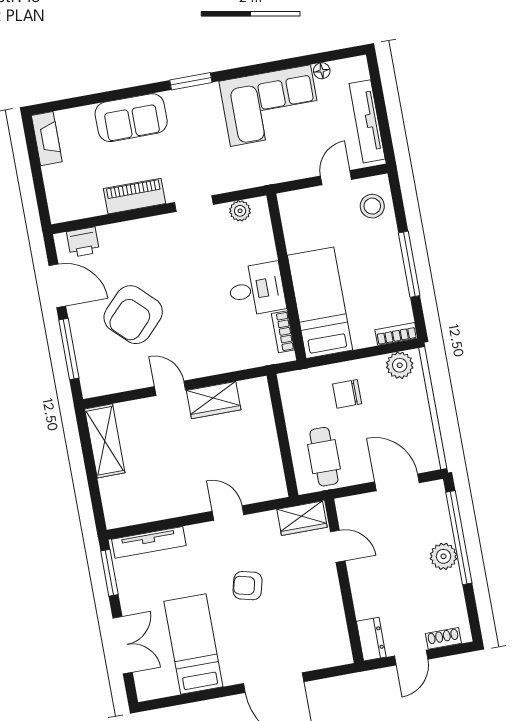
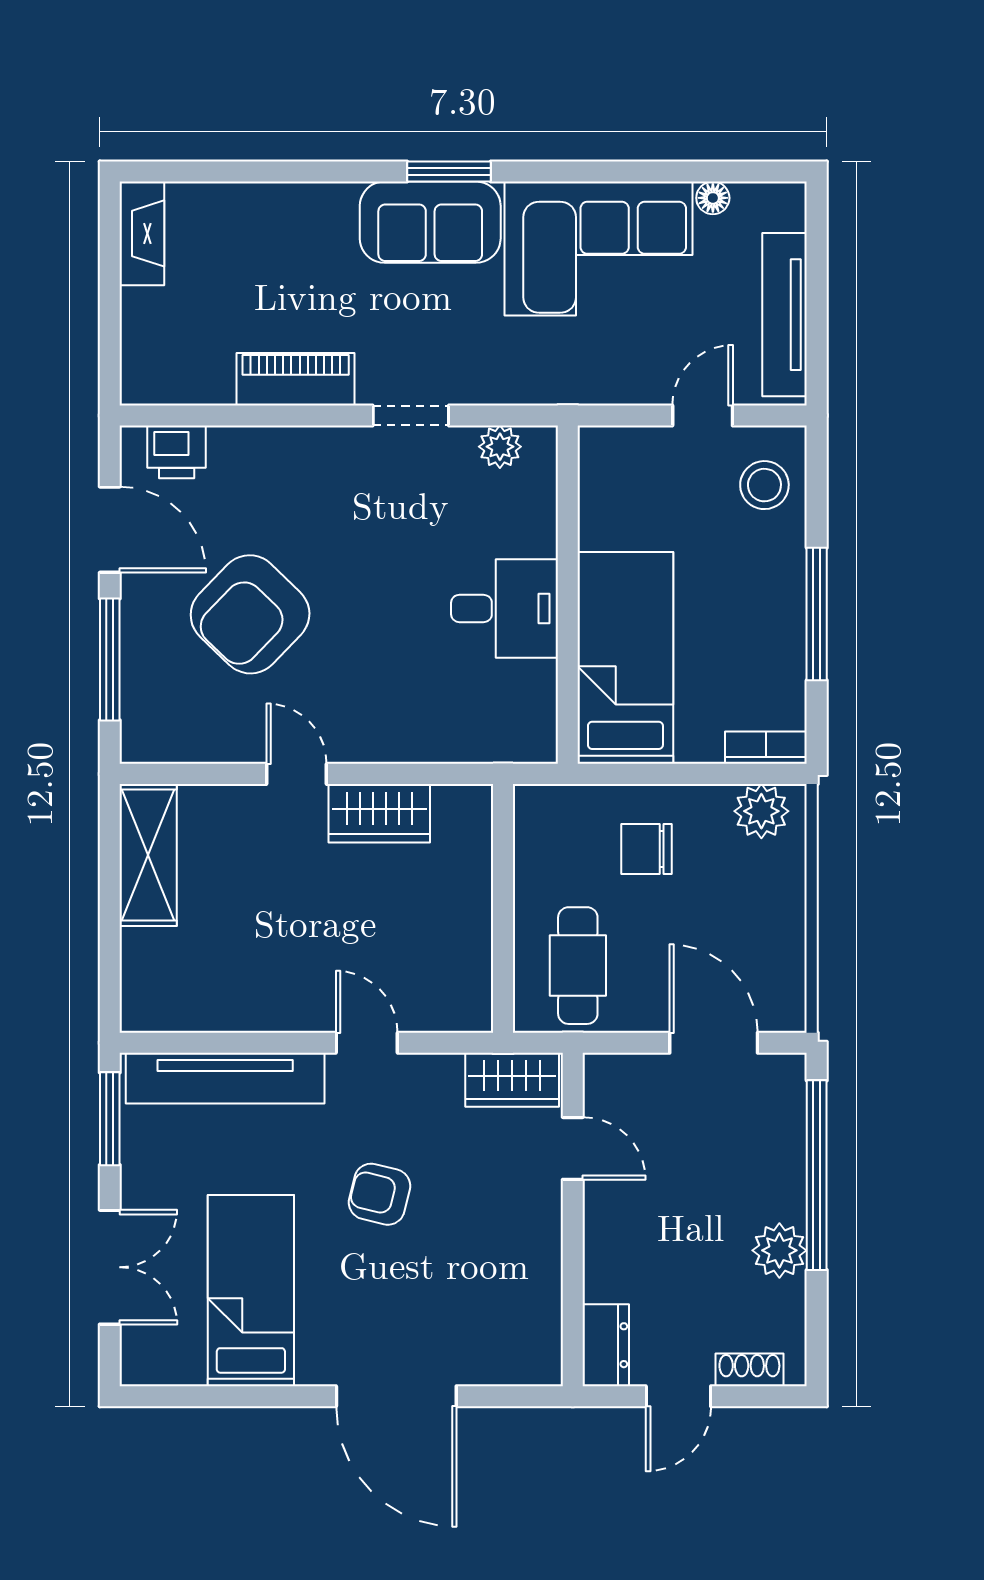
sofa: (131, 118) -> (430, 222), moved
bookcase: (283, 332) -> (542, 702), removed
tv unit: (149, 542) -> (225, 1078), width x1.36, depth x1.29
plant: (443, 556) -> (779, 1250), moved

